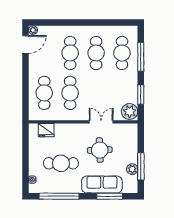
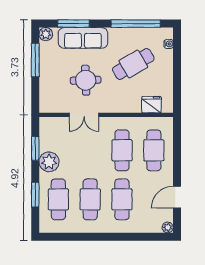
door: (25, 45) -> (177, 197), moved
window: (141, 57) -> (35, 195), width x0.69
plant: (130, 111) -> (49, 162), moved
cafe table: (61, 163) -> (133, 64), turned -30
plant: (132, 169) -> (46, 34), moved

